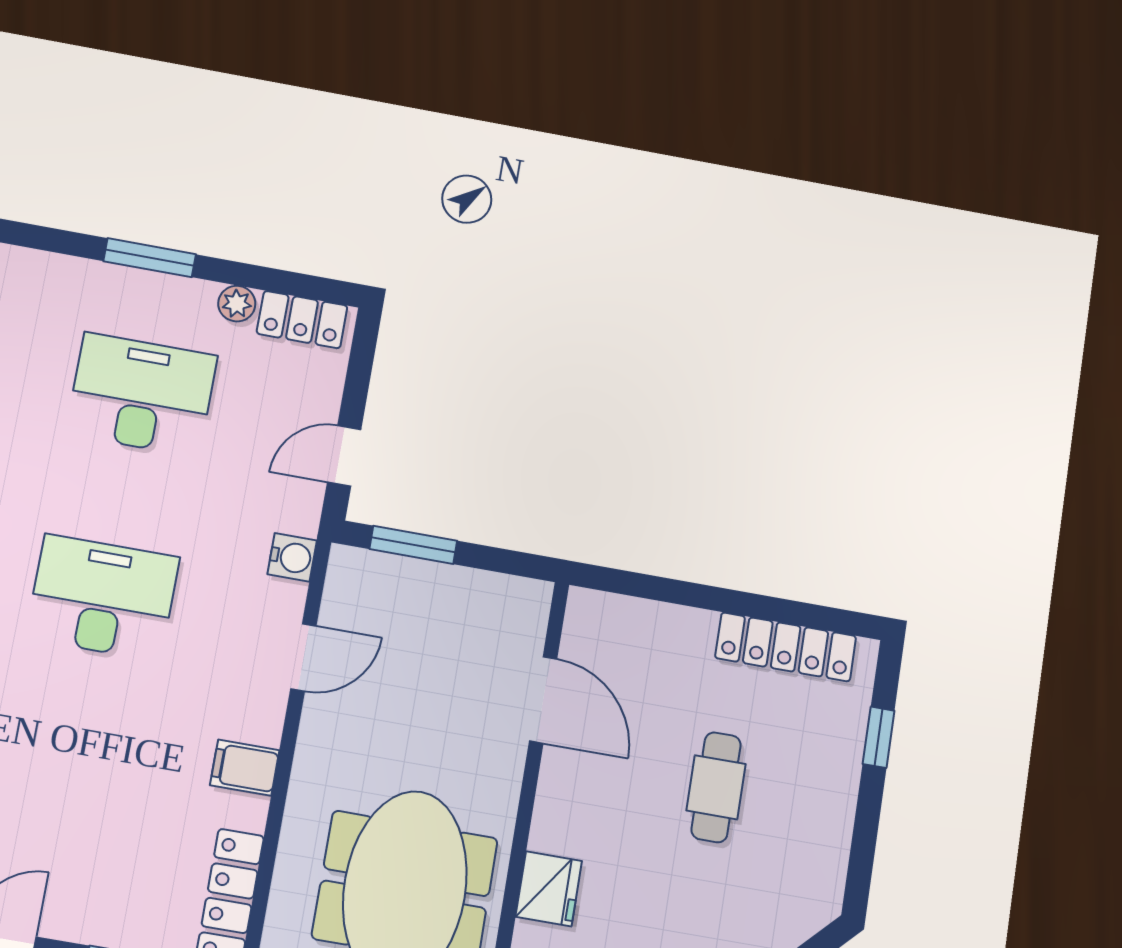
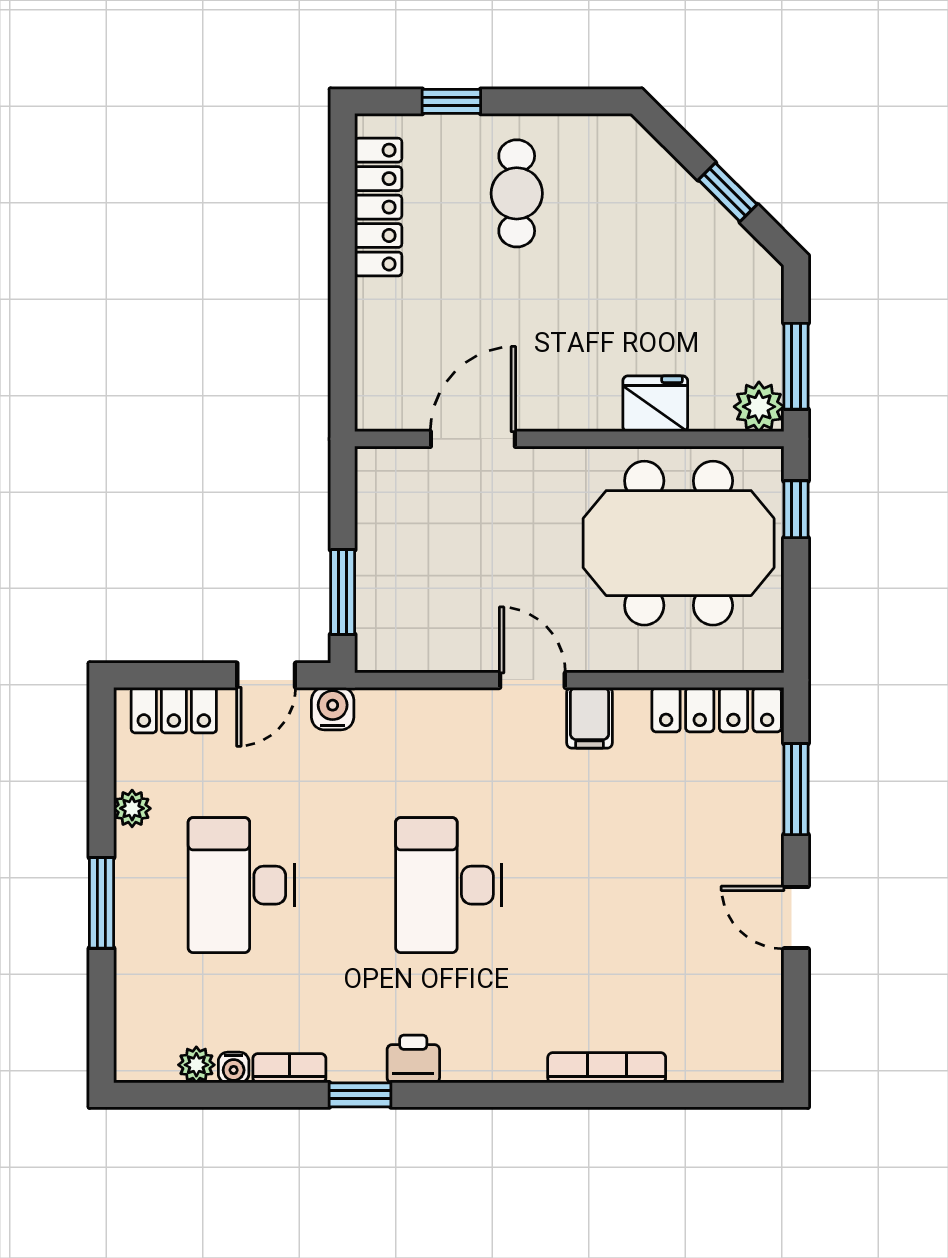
locker: (302, 320) -> (174, 710), moved, turned 90
door: (344, 456) -> (266, 675), hinge flipped
water cooler: (292, 557) -> (333, 709), moved
door: (303, 657) -> (532, 680), moved
cafe table: (716, 787) -> (517, 193), moved, turned 90

